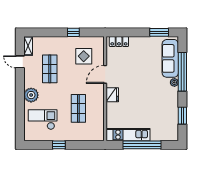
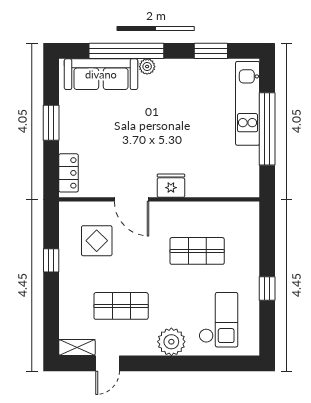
window: (159, 32) -> (51, 123), moved
checkout: (43, 120) -> (218, 320), turned 180
kitchen unit: (128, 135) -> (248, 103), moved

